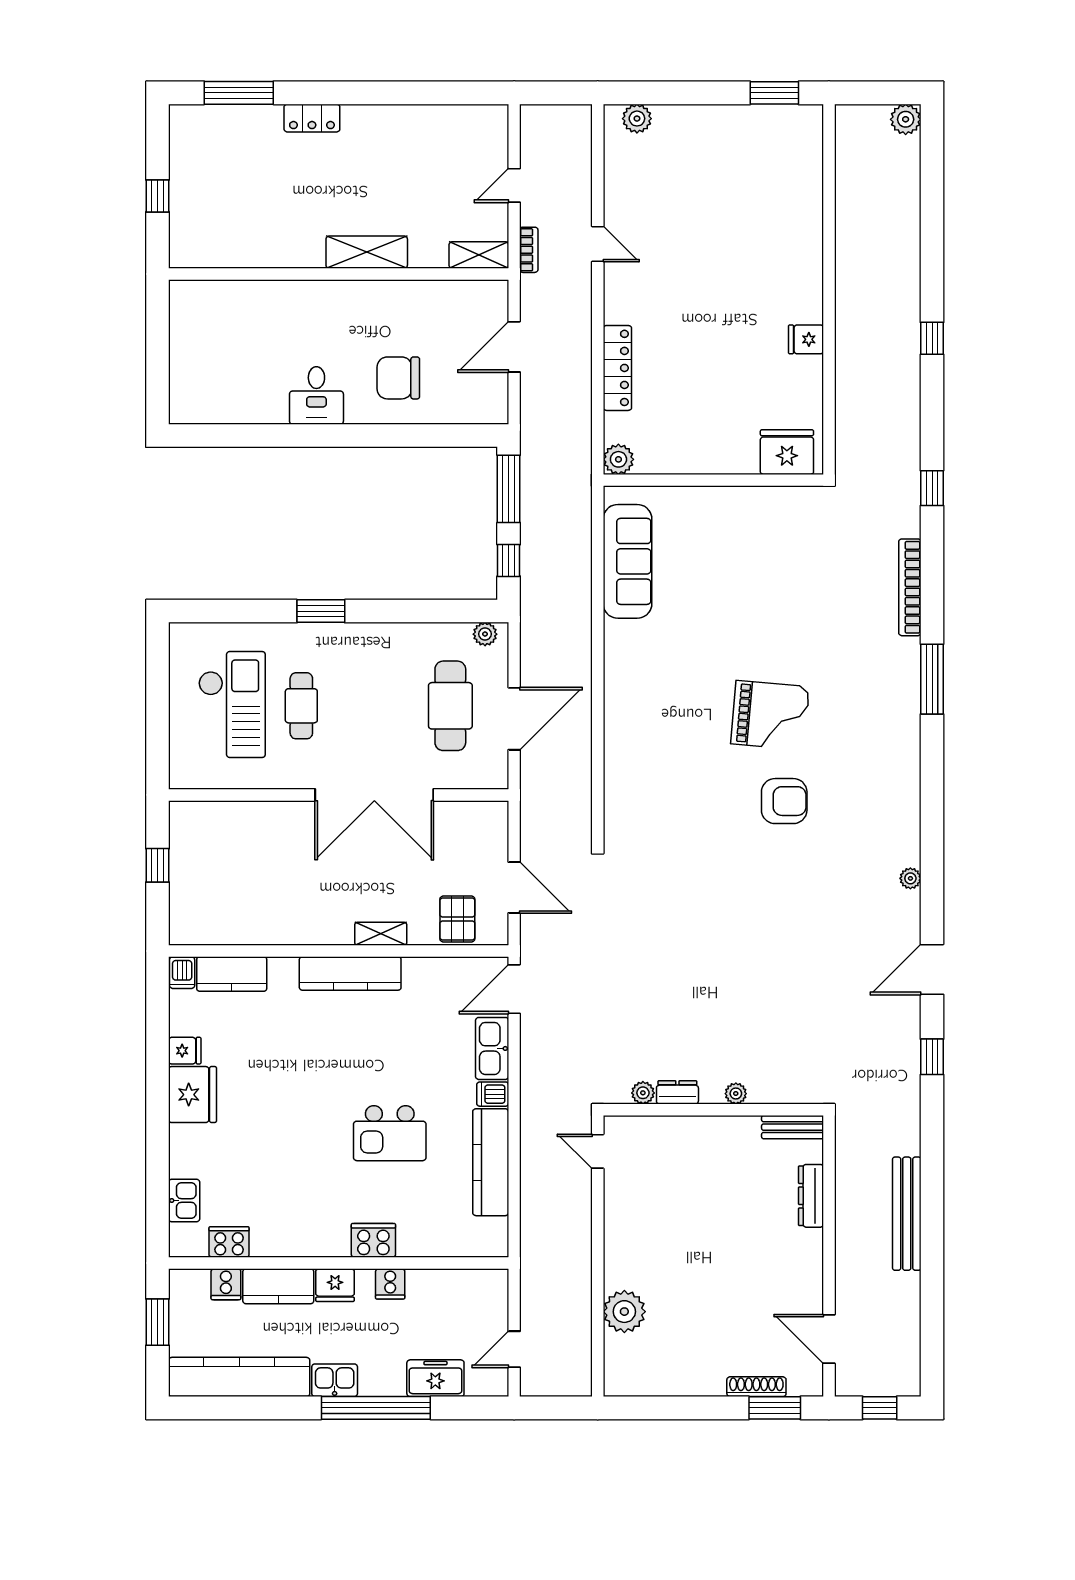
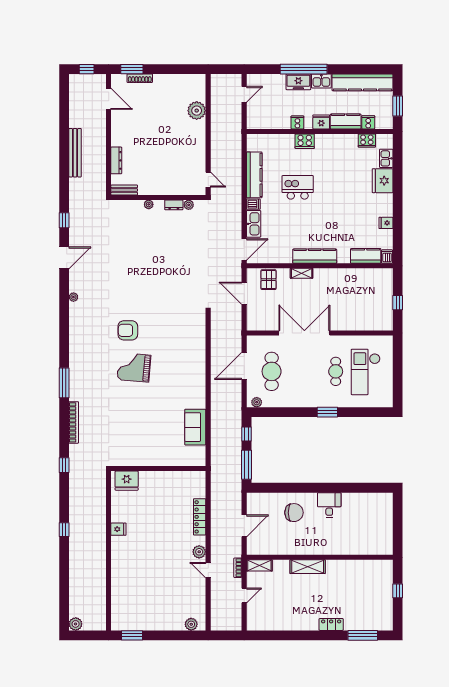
plant: (618, 459) -> (199, 552), moved
sofa: (627, 561) -> (195, 427), width x0.73
fridge: (193, 1095) -> (383, 181), moved
freezer: (435, 1378) -> (298, 82), moved

